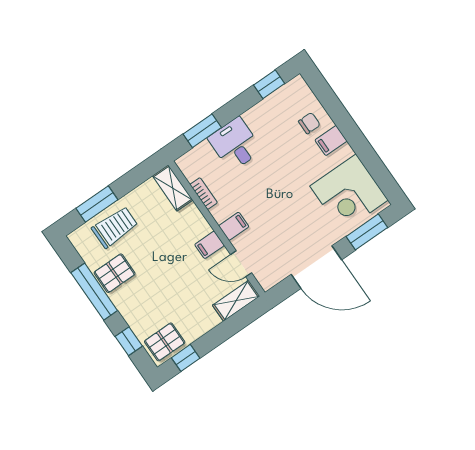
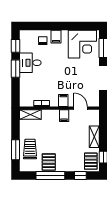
window: (202, 131) -> (16, 69), moved
desk: (235, 144) -> (30, 63), moved
door: (241, 264) -> (81, 108), swing flipped
shelving: (236, 301) -> (94, 137), moved

